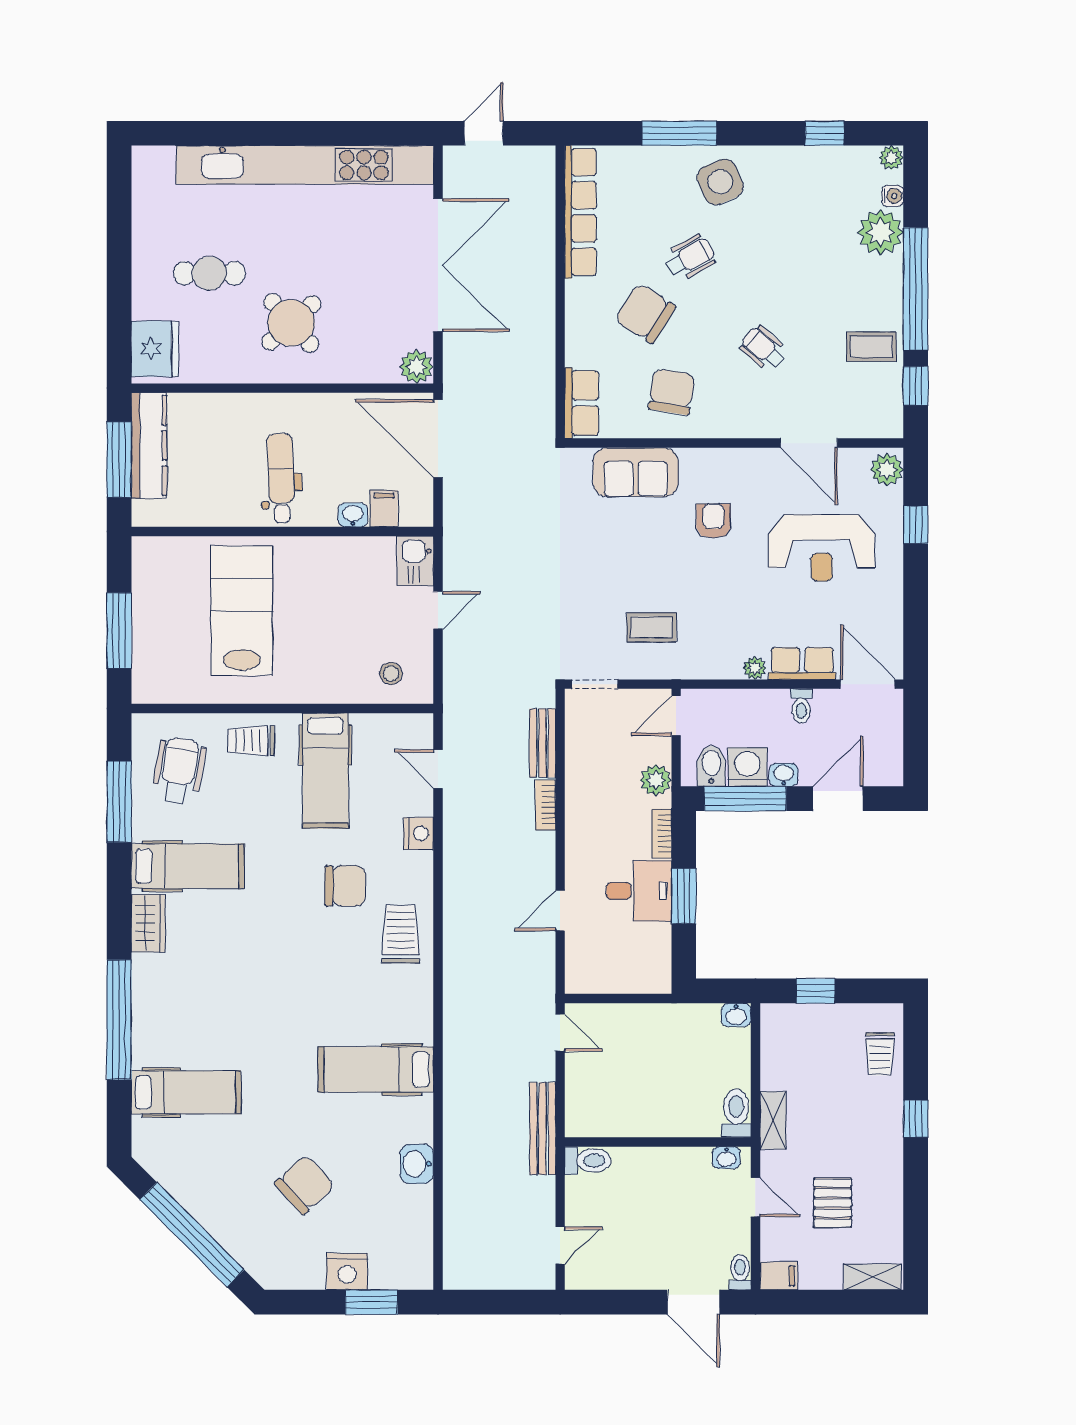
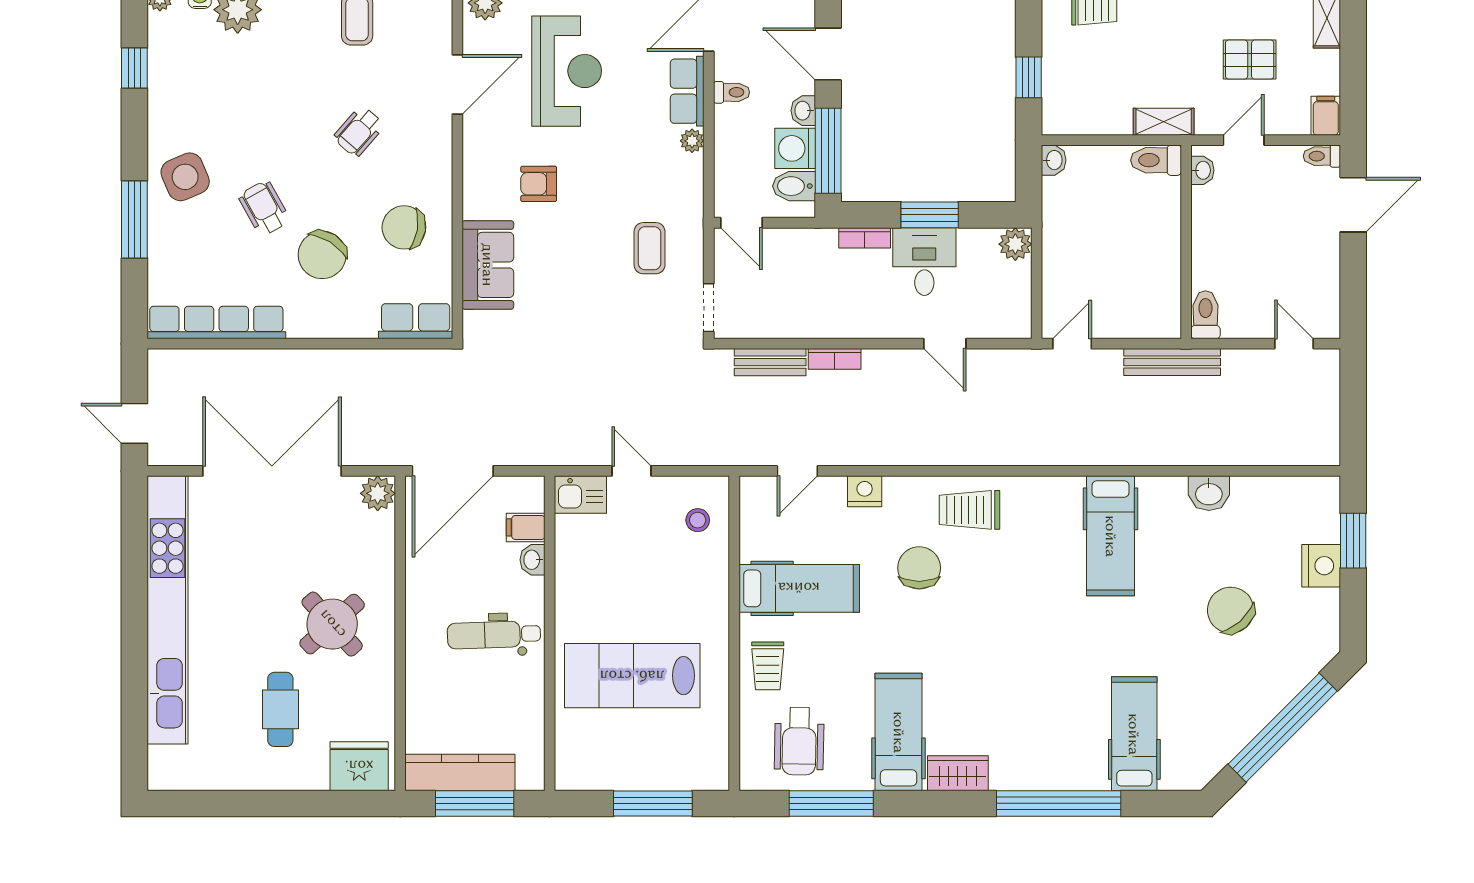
wheelchair: (179, 771) -> (799, 741), turned -99
plant: (656, 780) -> (1015, 244), moved

